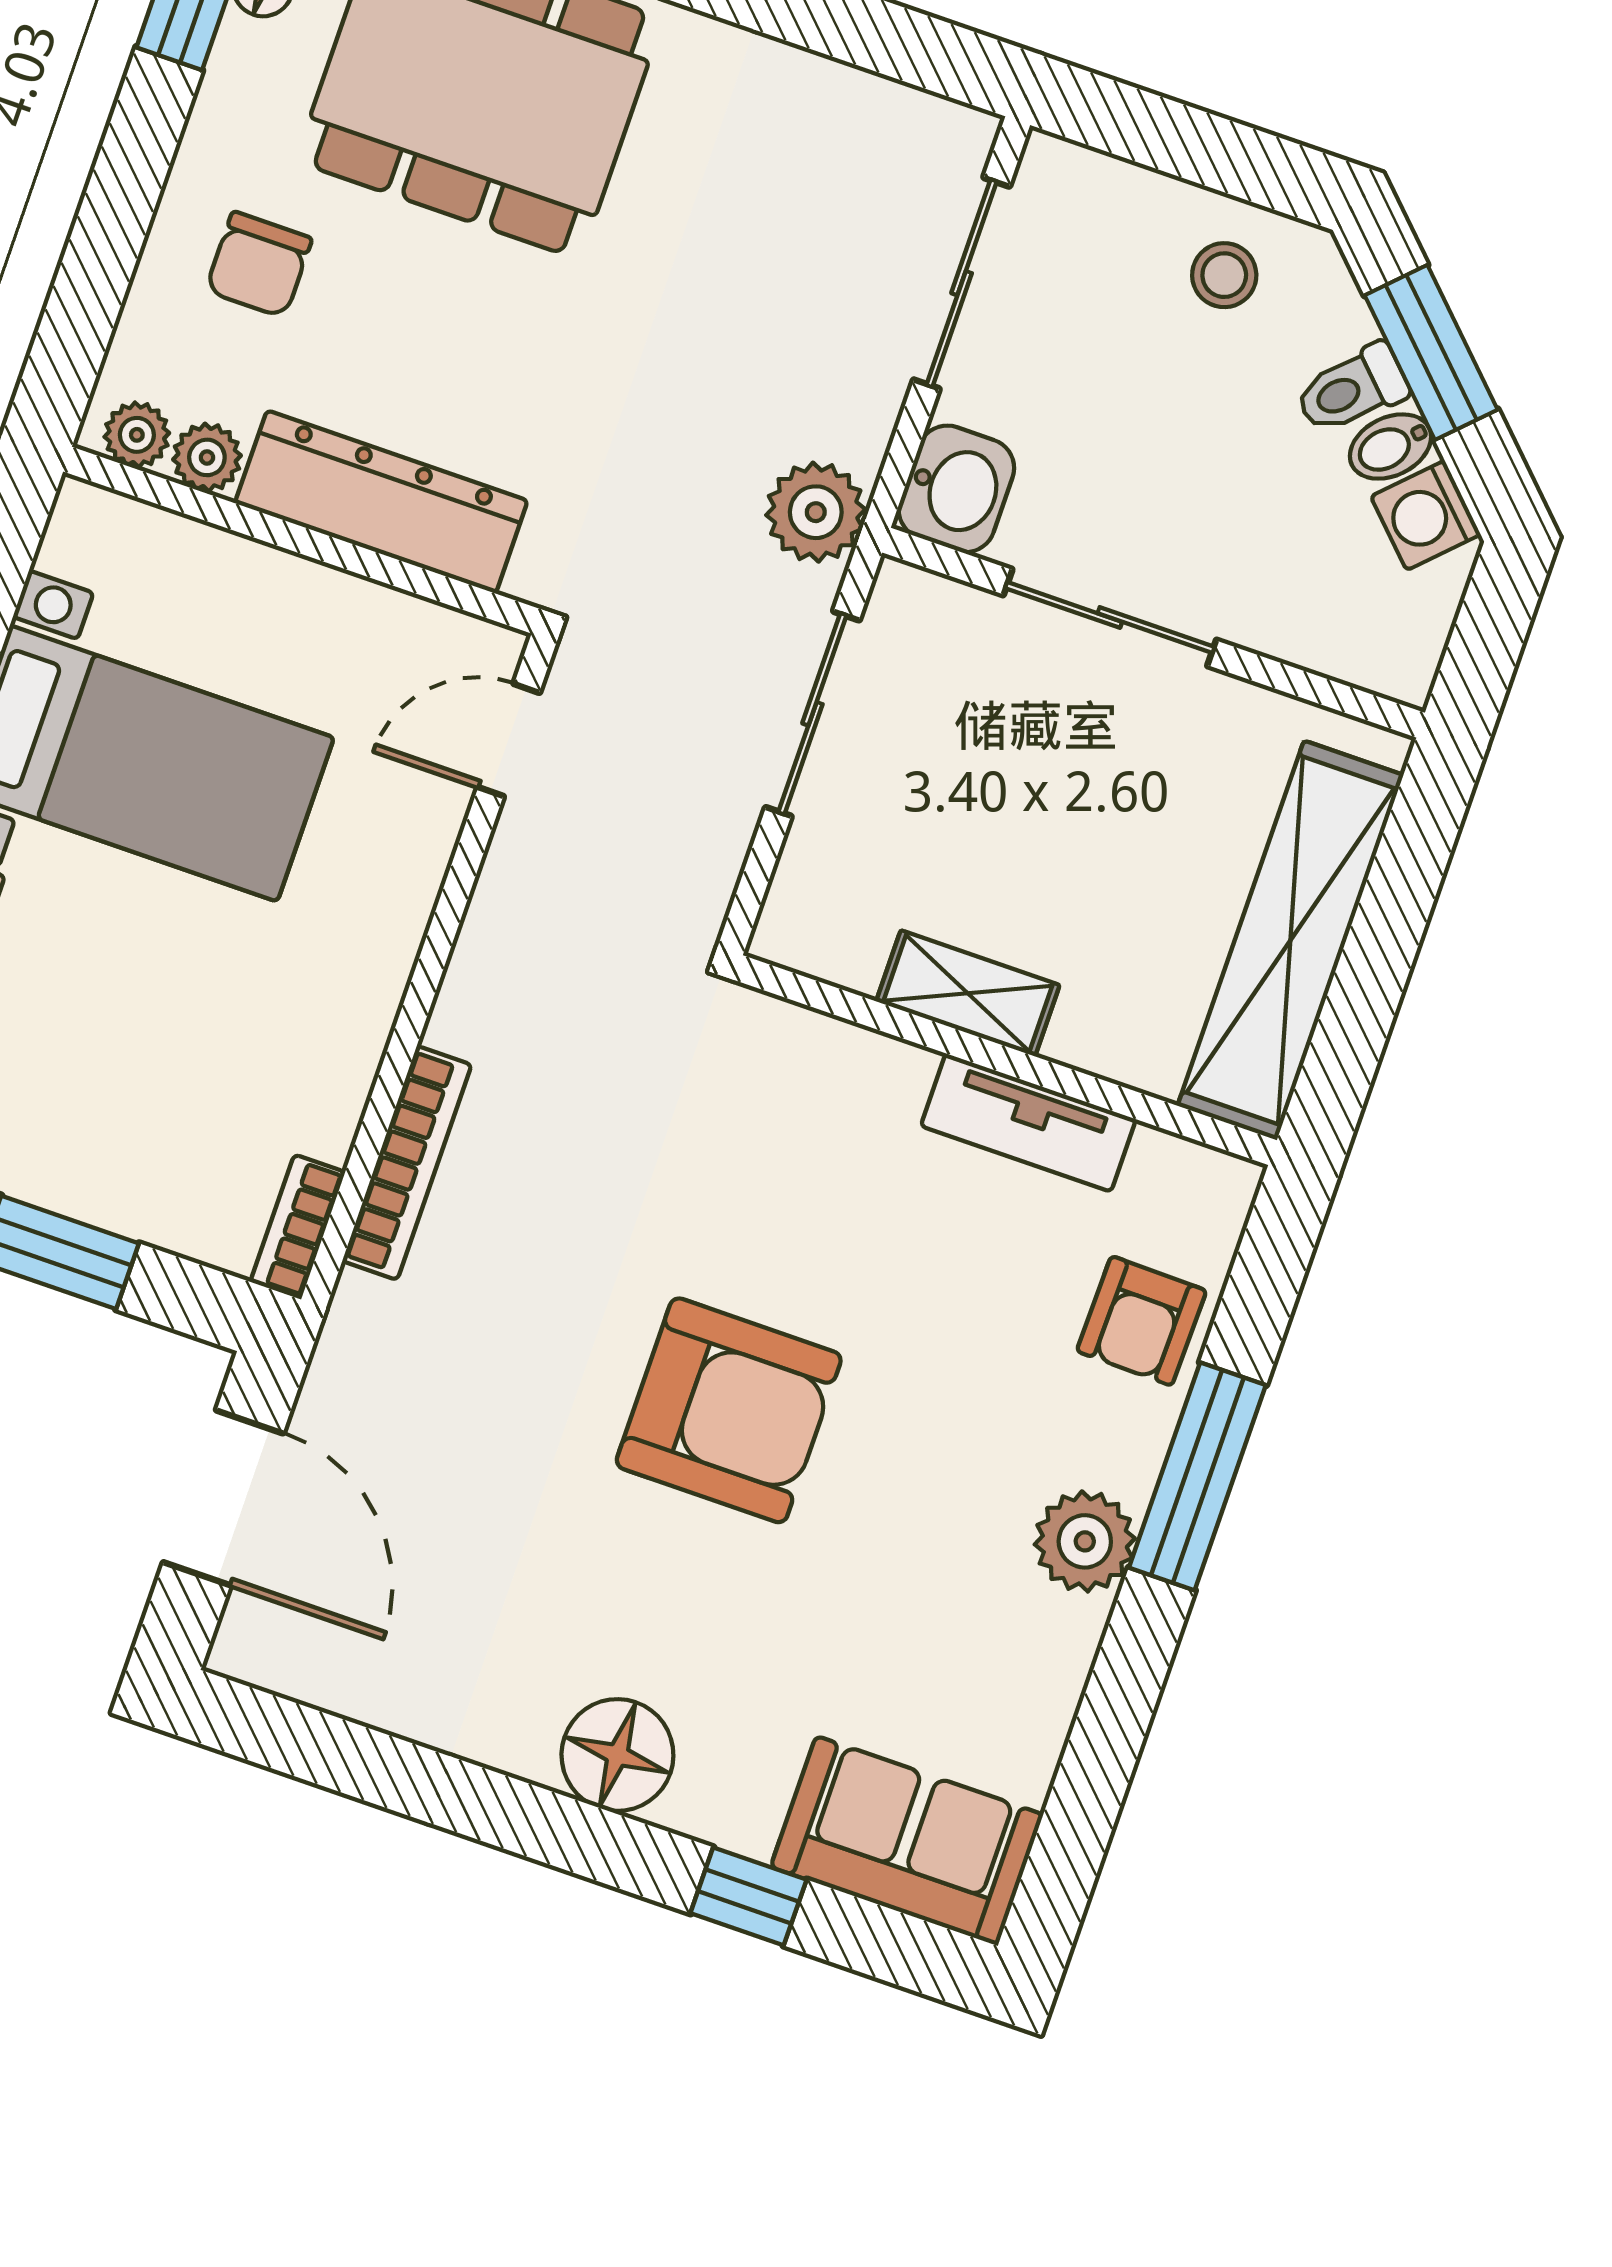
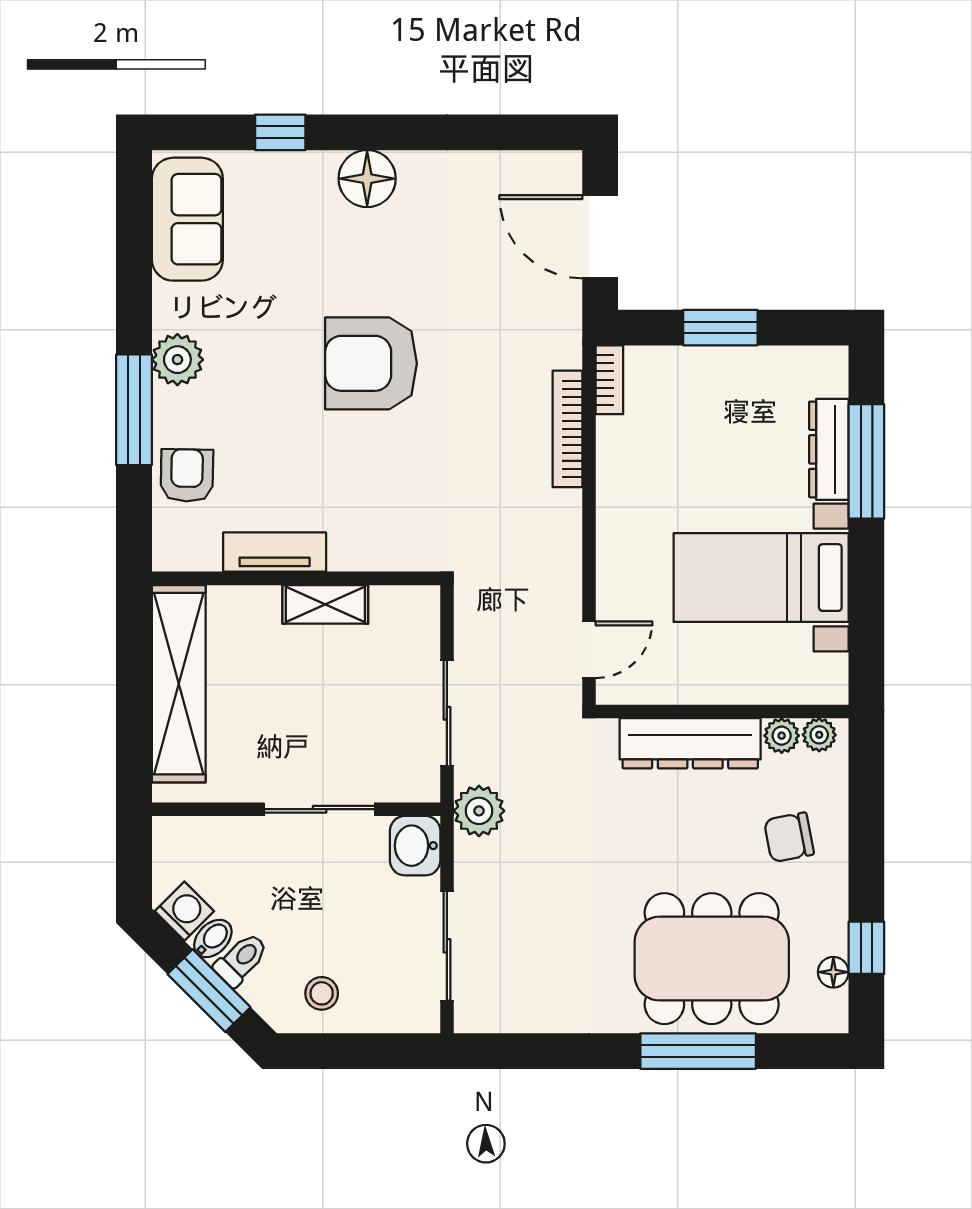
chair: (259, 264) -> (789, 837), turned -101
sofa: (907, 1841) -> (187, 219), moved, turned -90

